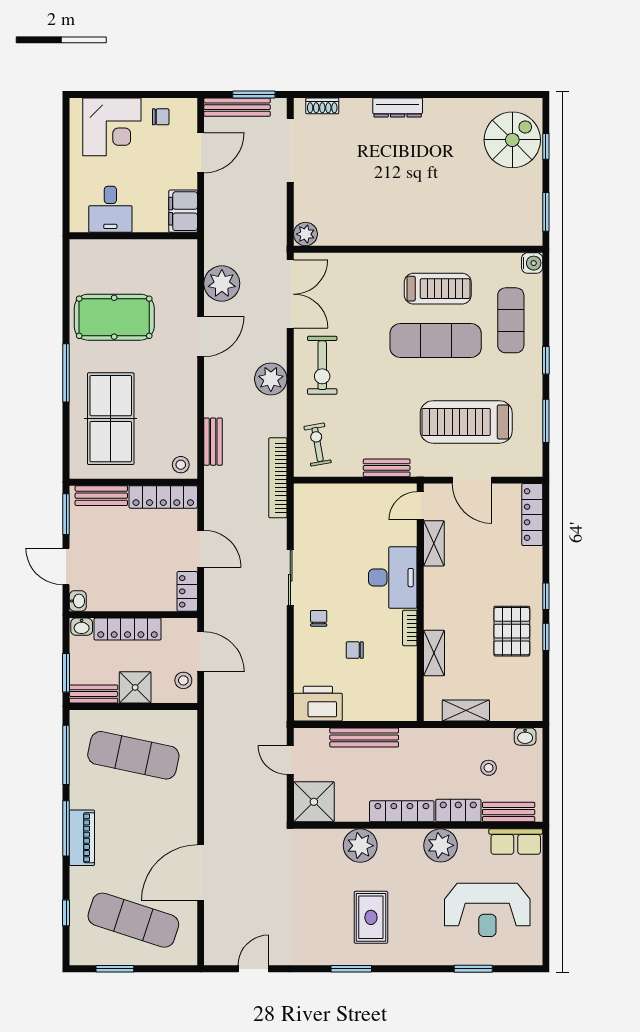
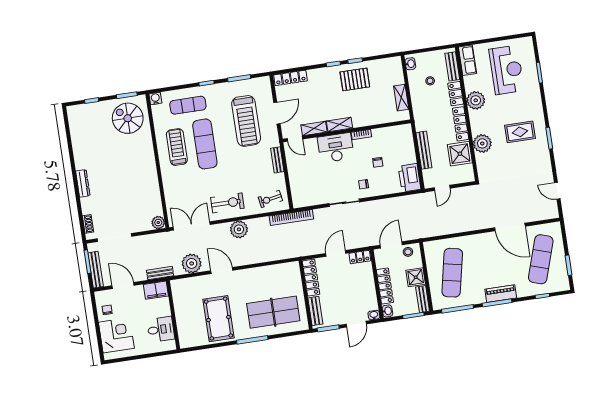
spiral stairs: (512, 140) -> (128, 118), moved
bench: (213, 442) -> (160, 273), moved
stool: (181, 465) -> (292, 271), removed
shelving: (434, 653) -> (339, 125), moved
shower: (314, 802) -> (460, 154), moved

